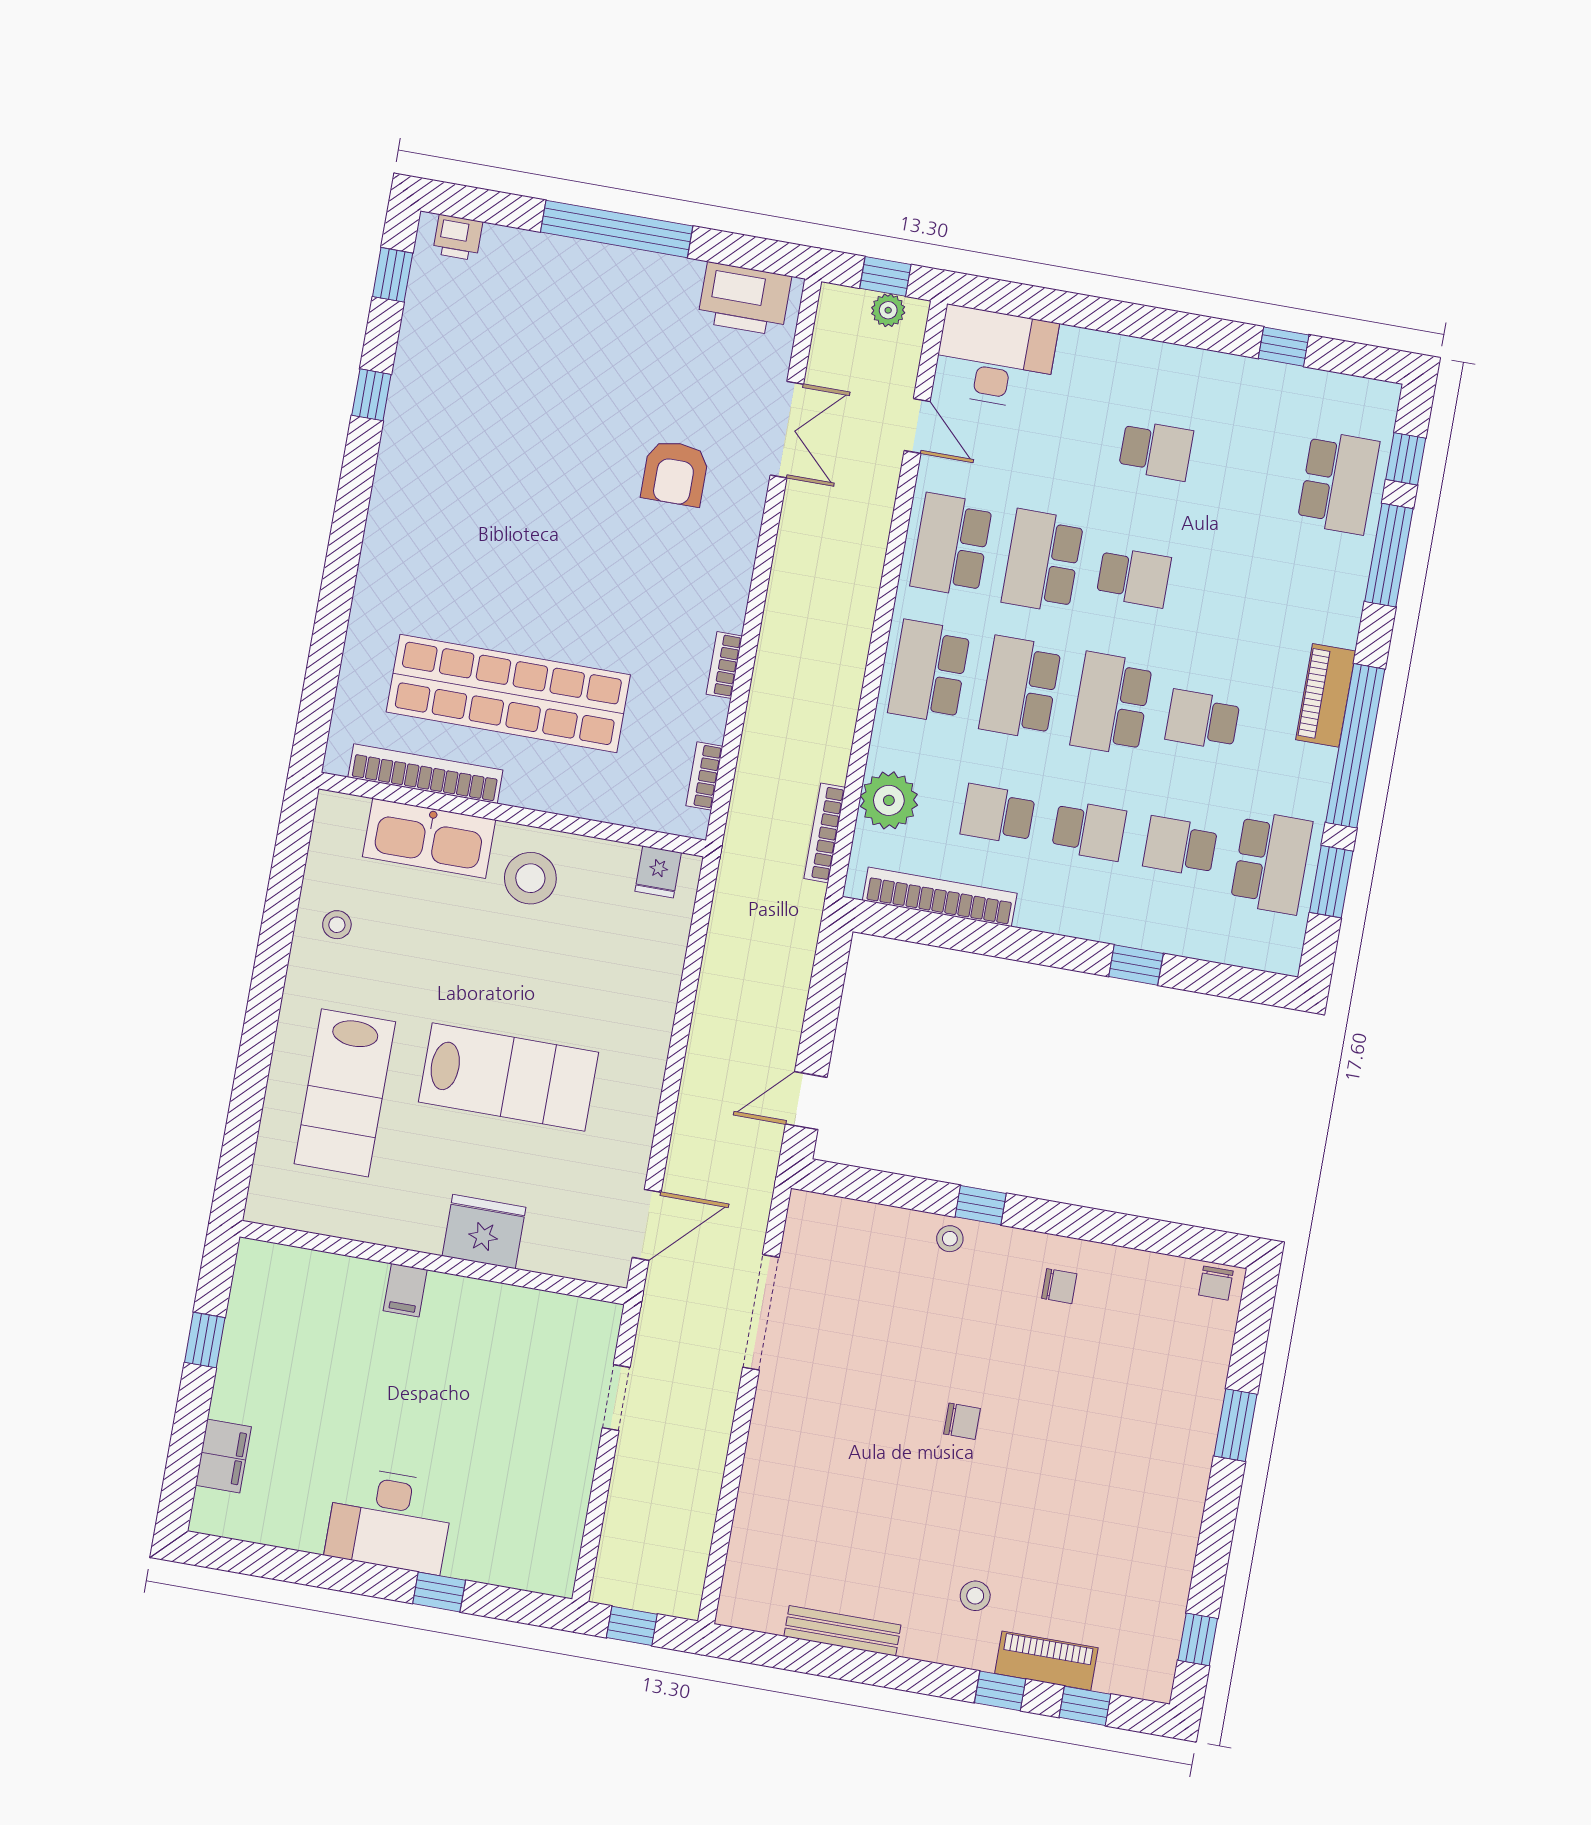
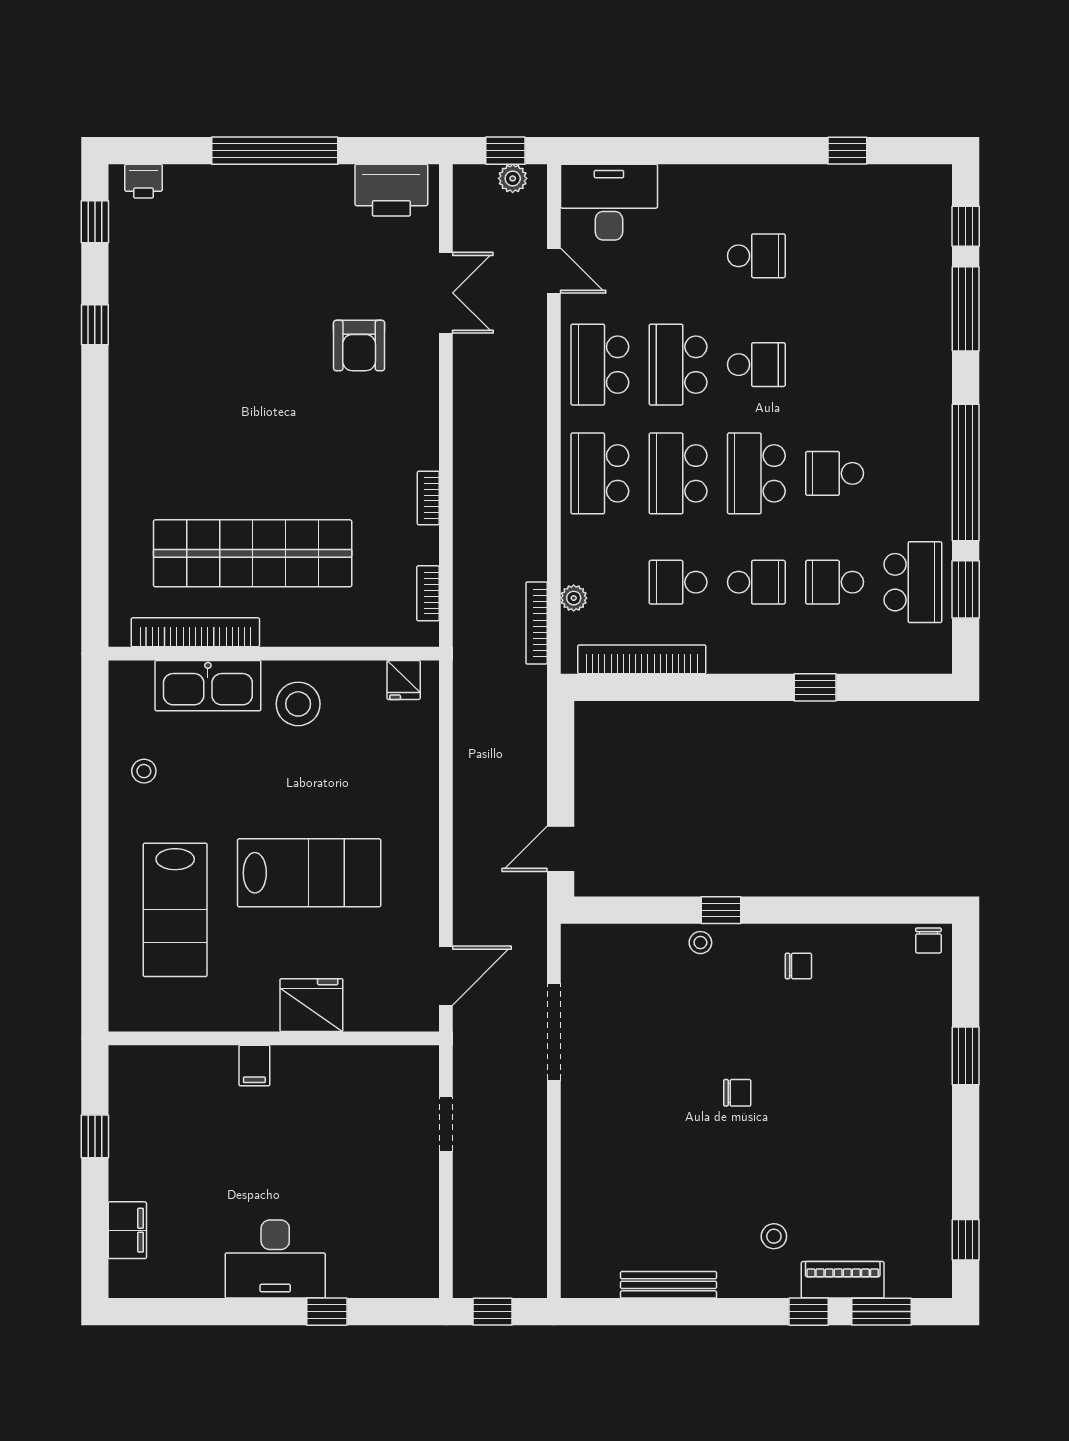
school desk: (1338, 483) -> (913, 256), removed
piano: (1326, 695) -> (934, 435), removed
plant: (889, 800) -> (574, 598), width x0.53, depth x0.53
window: (1085, 1706) -> (881, 1312), width x1.50

